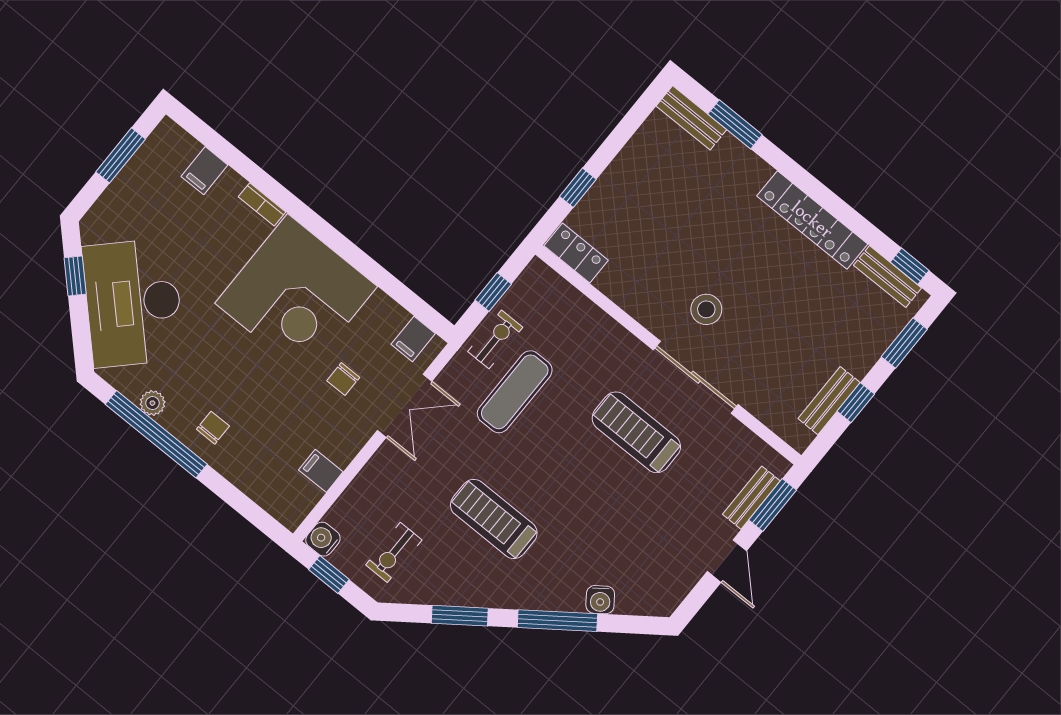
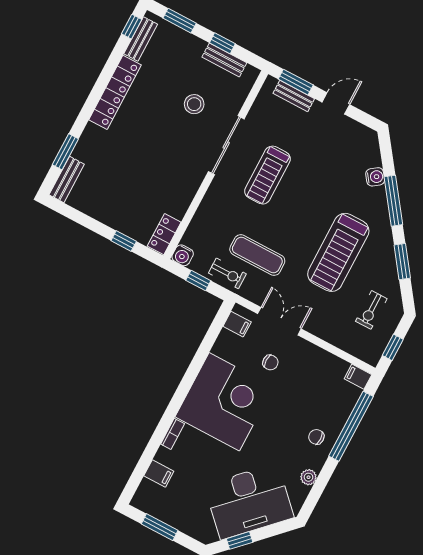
stool: (706, 309) -> (194, 104), moved
exercise bike: (495, 339) -> (227, 273), turned 180
window: (156, 434) -> (351, 426), moved
filing cabinet: (321, 471) -> (358, 377), moved, turned 90
treadmill: (494, 519) -> (338, 252), width x1.37, depth x1.38
water cooler: (323, 539) -> (183, 255), moved
exercise bike: (394, 552) -> (371, 310), turned 90

